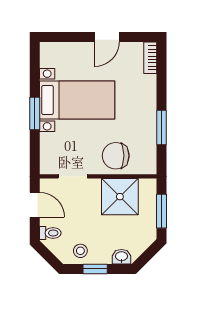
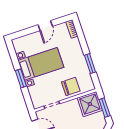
chair: (116, 156) -> (71, 86), turned 180
shower: (120, 197) -> (90, 104), moved

